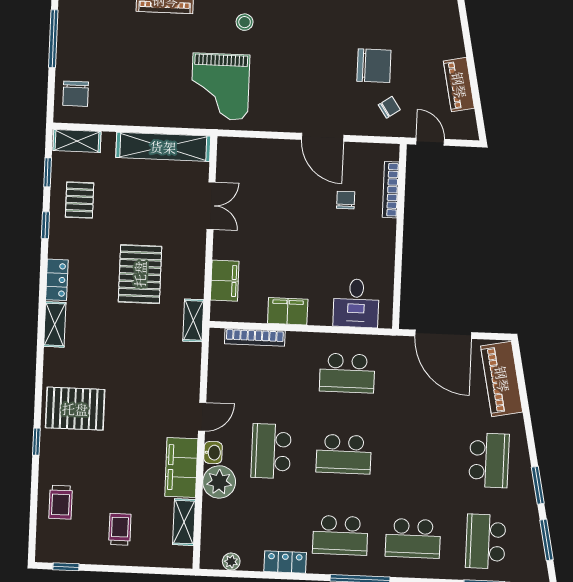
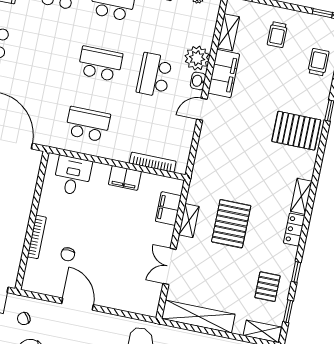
bookcase: (391, 190) -> (37, 237), moved
shelving: (193, 320) -> (189, 221), moved
school desk: (271, 451) -> (154, 75), turned 180

